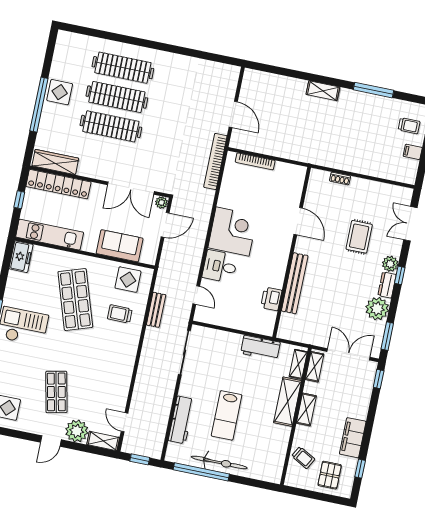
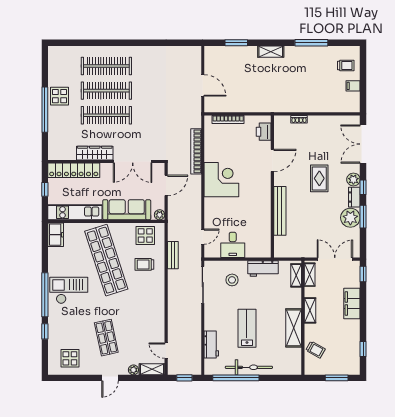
window: (284, 72) -> (236, 43), added
wardrobe: (55, 162) -> (95, 153), moved
bookcase: (215, 162) -> (196, 151), moved
plant: (161, 203) -> (160, 215), moved
door: (298, 221) -> (272, 160), hinge flipped
double door: (410, 224) -> (363, 144), width x1.37
rug: (359, 237) -> (319, 178), moved
sofa: (120, 246) -> (127, 210), width x1.36
desk: (220, 266) -> (233, 245), moved, turned -90
door: (196, 295) -> (203, 237), hinge flipped
printer: (271, 299) -> (264, 132), moved
shop shelf: (75, 300) -> (106, 260), width x1.40
window: (387, 336) -> (363, 217), moved
stool: (221, 354) -> (232, 280), added
shelving: (288, 402) -> (294, 328), moved
lab bench: (227, 415) -> (247, 328), turned 180
workbench: (181, 420) -> (211, 345), width x0.73
plant: (77, 431) -> (133, 370), width x0.53, depth x0.53
filing cabinet: (353, 438) -> (352, 304), moved
pallet: (330, 475) -> (340, 359), removed
window: (321, 497) -> (337, 378), added

